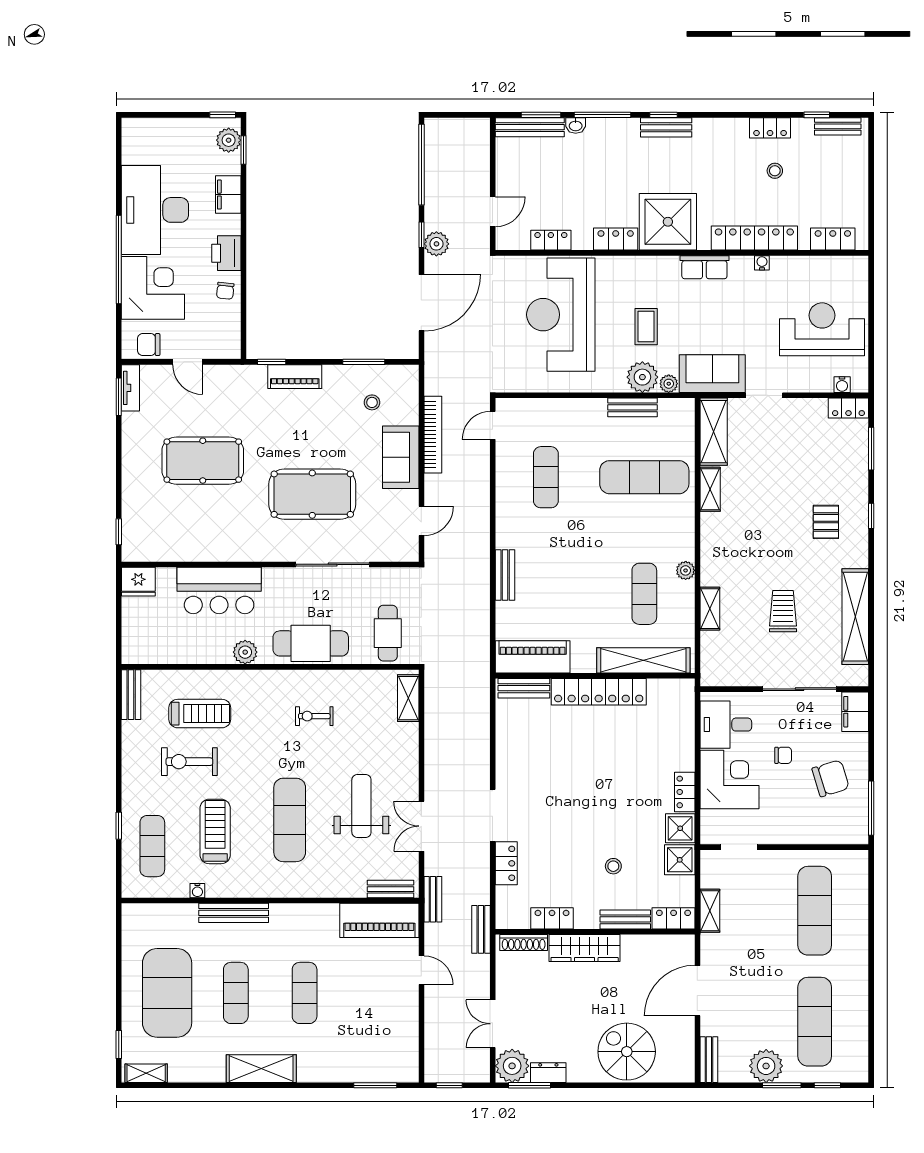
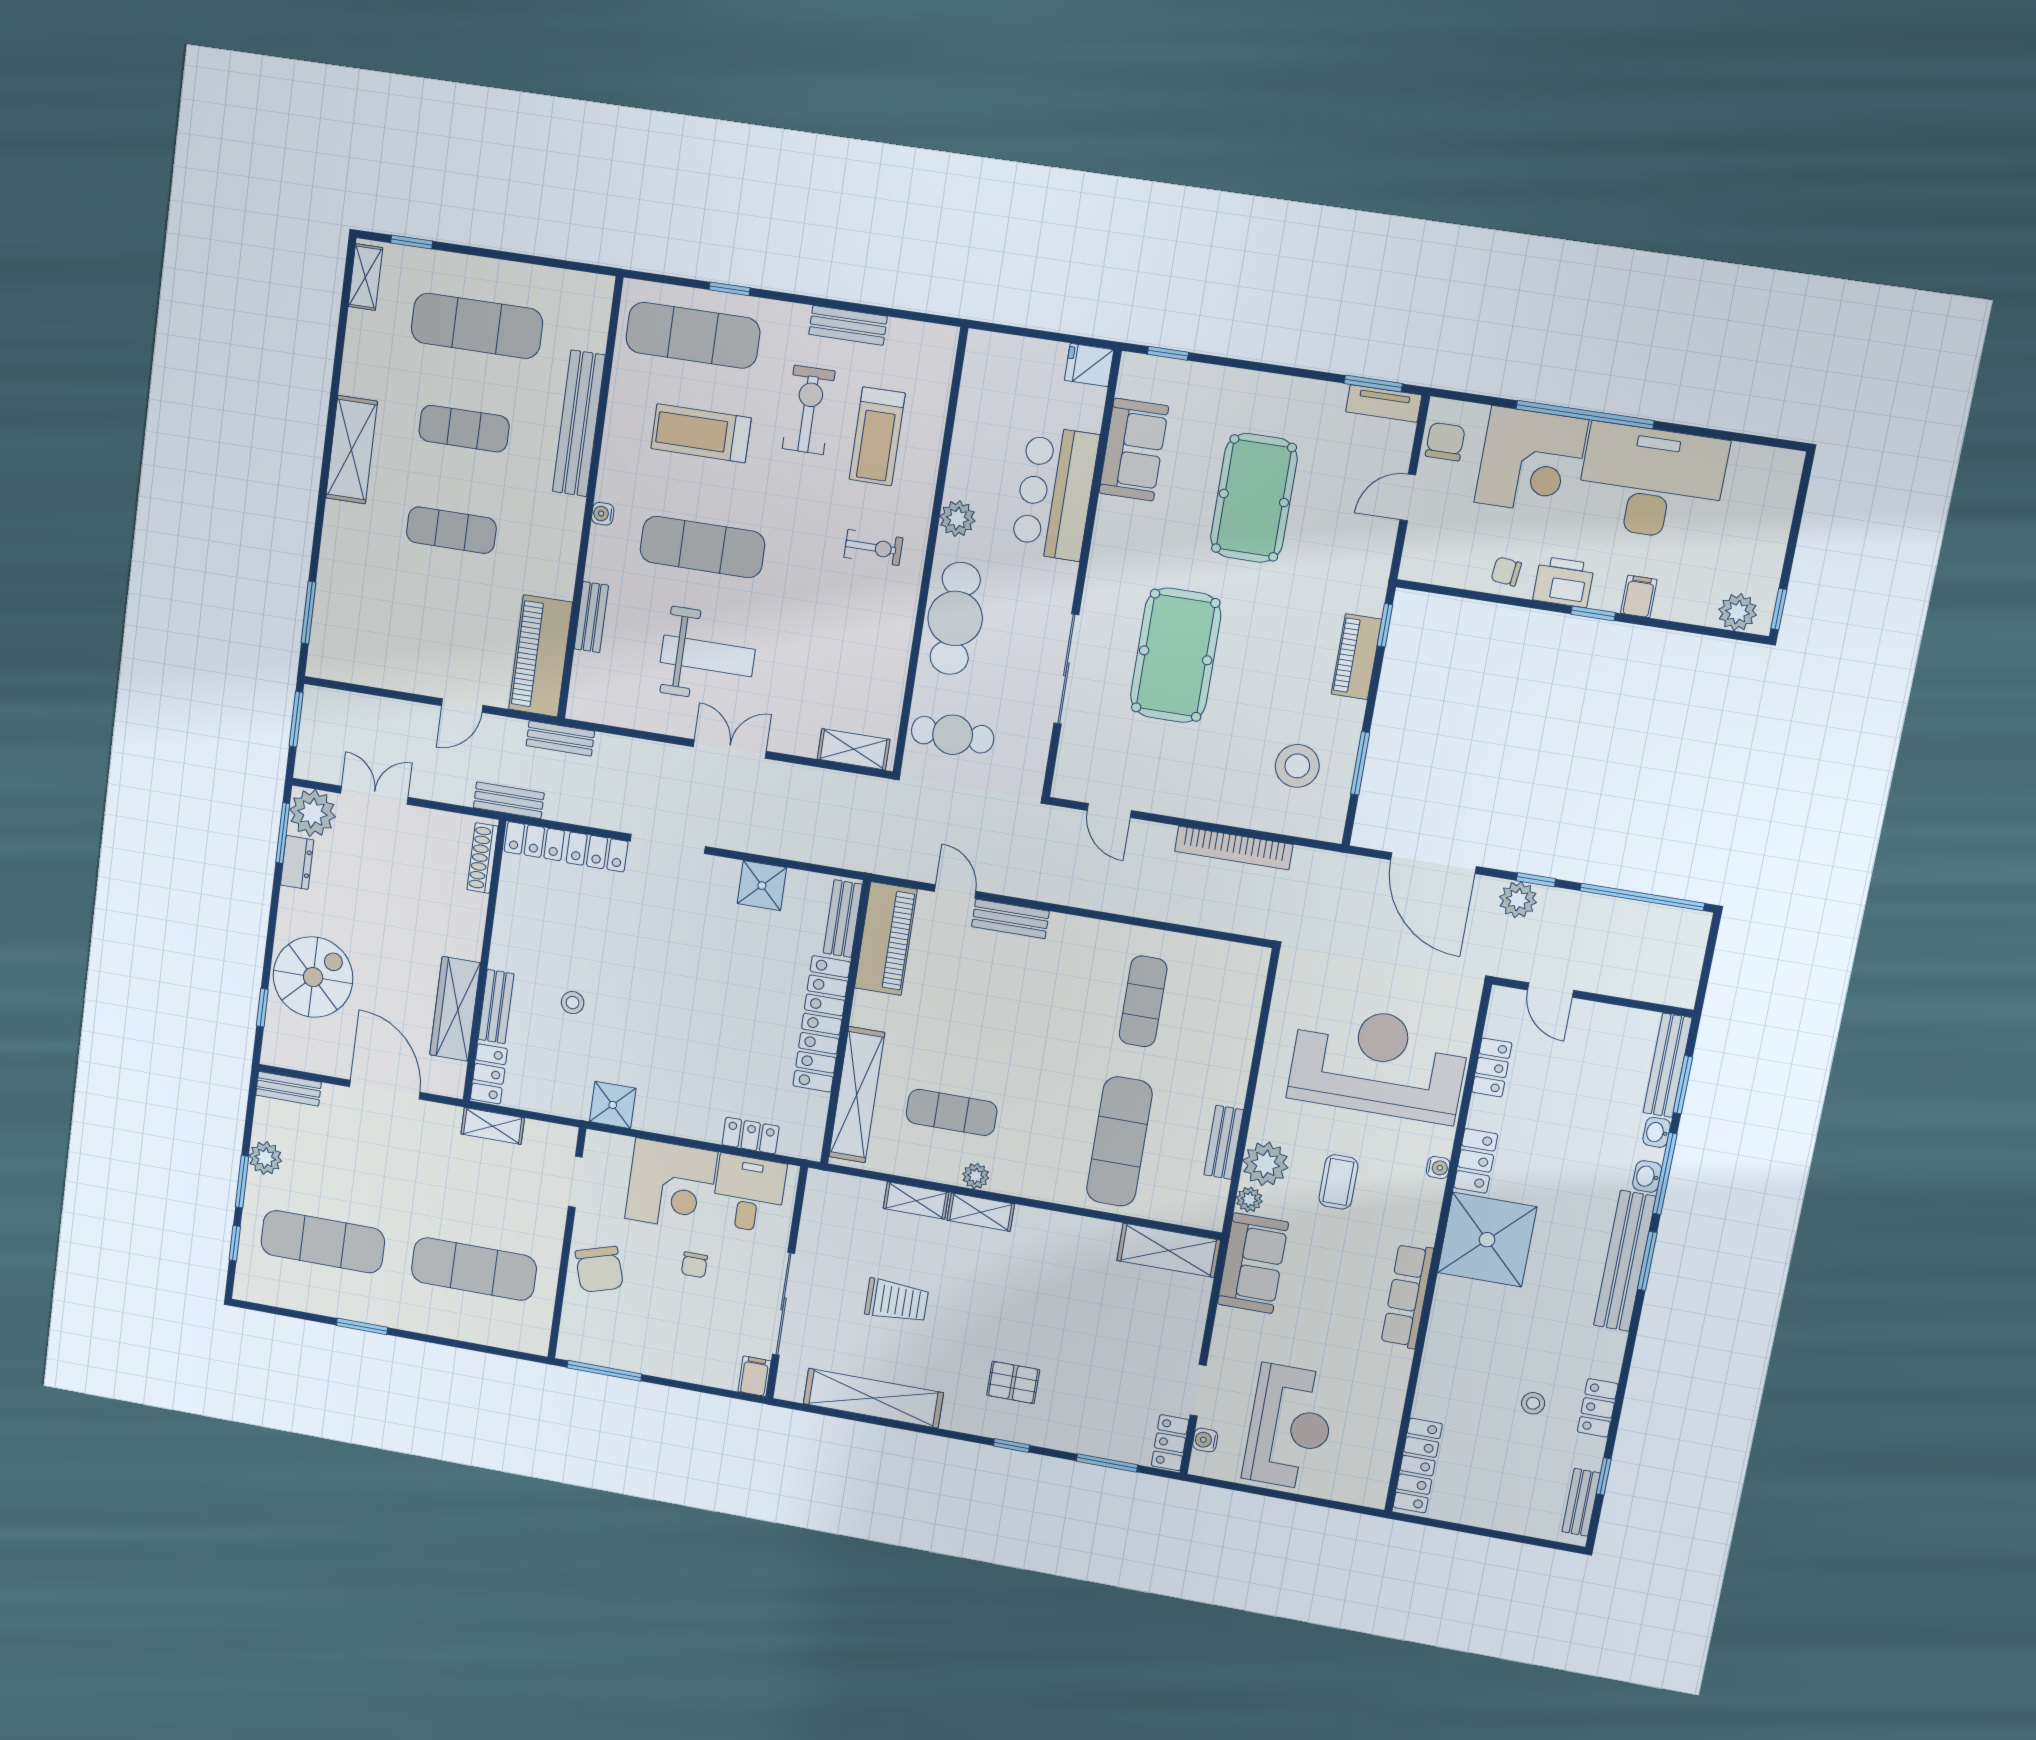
window: (663, 115) -> (1647, 1261), width x1.50
washbasin: (606, 126) -> (1647, 1176), added
bench: (666, 127) -> (1625, 1261), width x1.86, depth x1.21
window: (243, 150) -> (1593, 613), moved
filing cabinet: (228, 195) -> (1639, 596), width x0.50
locker: (754, 238) -> (1440, 1357), removed
locker: (833, 239) -> (1418, 1466), width x1.53
water cooler: (762, 263) -> (1438, 1168), moved
row of seats: (704, 267) -> (1407, 1296), width x1.48
coffee table: (646, 327) -> (1338, 1182), turned 90
doorway: (764, 395) -> (1198, 1390), moved
stool: (372, 402) -> (1297, 766), width x1.89, depth x1.89
door: (493, 425) -> (955, 891), moved
sofa: (401, 457) -> (1134, 450), moved, turned 90
exercise mat: (546, 477) -> (1143, 1001), turned 90
shelving: (710, 489) -> (981, 1212), moved
fridge: (138, 582) -> (1089, 365), width x0.72
bench: (131, 695) -> (848, 325), moved
filing cabinet: (855, 712) -> (755, 1376), width x0.50
exercise bike: (314, 716) -> (873, 548), moved, turned 90
chair: (831, 778) -> (599, 1269), moved
locker: (685, 792) -> (751, 1136), moved
double door: (421, 826) -> (730, 749), moved
treadmill: (215, 831) -> (701, 433), turned 180
exercise mat: (152, 846) -> (693, 335), width x1.36, depth x1.45
shower: (680, 860) -> (762, 886), moved
bench: (390, 889) -> (591, 617), moved
water cooler: (197, 891) -> (603, 514), moved
bench: (234, 913) -> (579, 423), width x1.37, depth x1.21
locker: (552, 918) -> (534, 841), moved, turned 90
wardrobe: (585, 948) -> (455, 1009), moved
window: (871, 986) -> (362, 1326), added
exercise mat: (167, 993) -> (477, 326), width x0.68
plant: (766, 1066) -> (265, 1158), width x0.73, depth x0.73
window: (449, 1085) -> (296, 719), width x1.50
window: (654, 1085) -> (262, 1008), added

